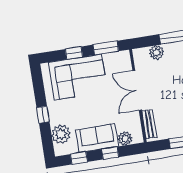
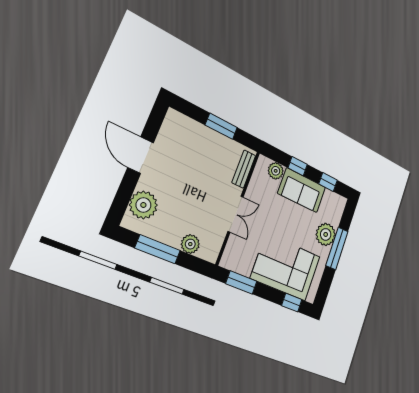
window: (74, 53) -> (292, 303), moved
double door: (137, 90) -> (236, 214), width x0.73
window: (43, 115) -> (337, 248), width x2.17
plant: (61, 134) -> (326, 234), moved

